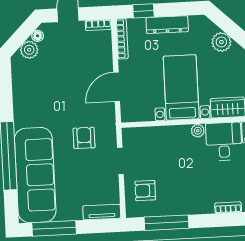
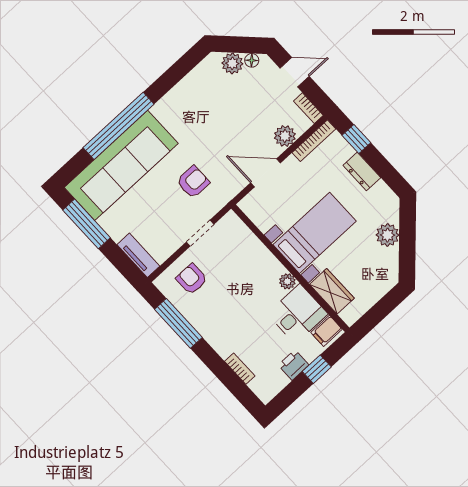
dresser: (167, 25) -> (362, 171), width x0.70
plant: (104, 55) -> (285, 136), added

